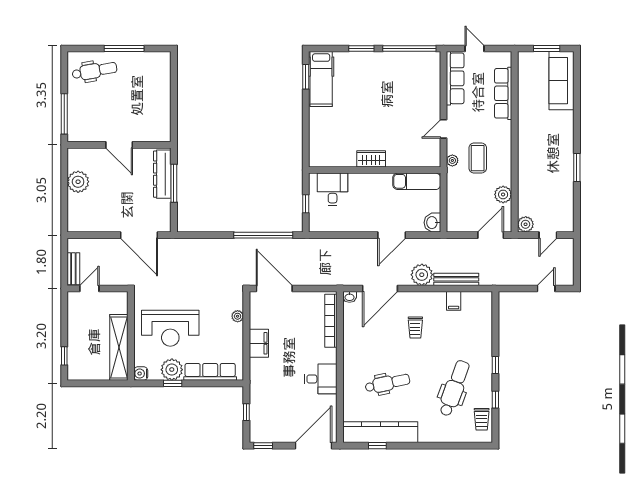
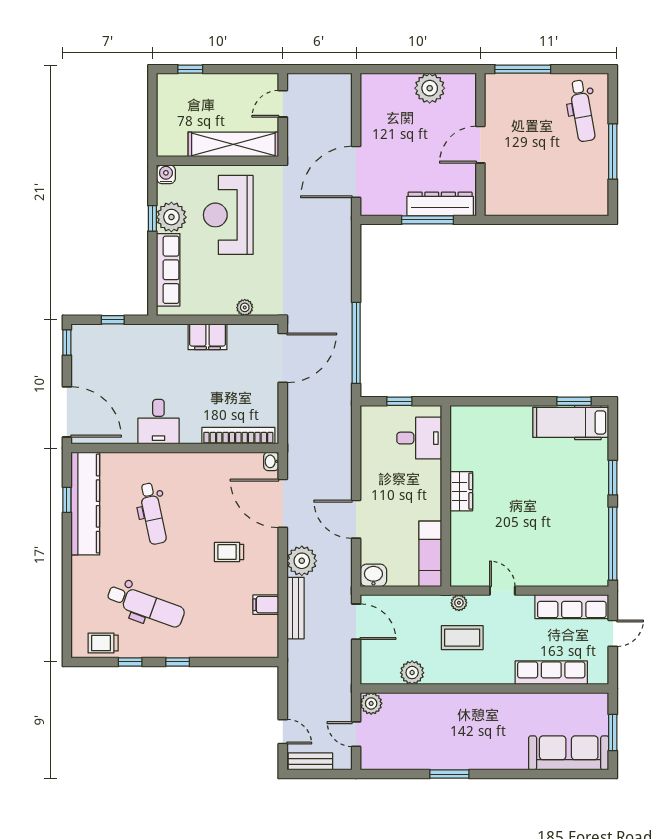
door: (491, 235) -> (356, 622), moved
bench: (73, 269) -> (310, 761), moved
door: (89, 289) -> (283, 104), swing flipped
shelving: (119, 347) -> (233, 144), moved

